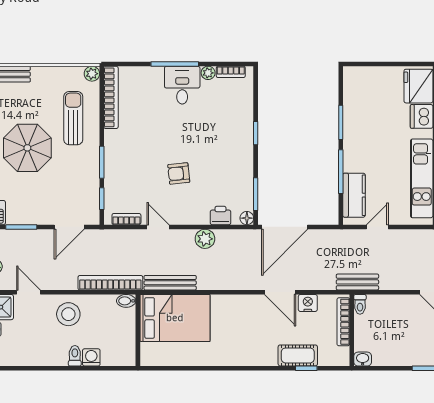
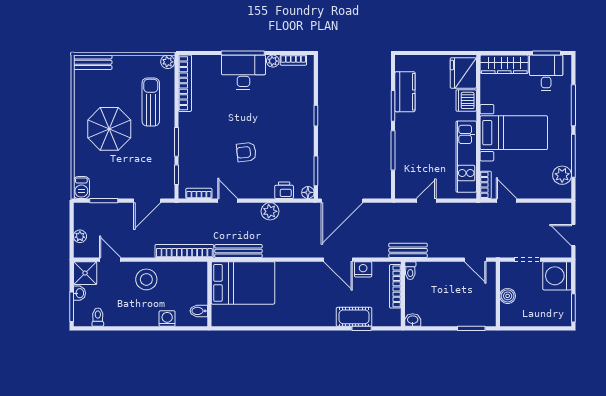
desk: (182, 85) -> (243, 72), width x1.37
kitchen counter: (354, 195) -> (405, 92), moved
bidet: (126, 301) -> (199, 311), moved
toilet: (75, 356) -> (98, 317), moved

